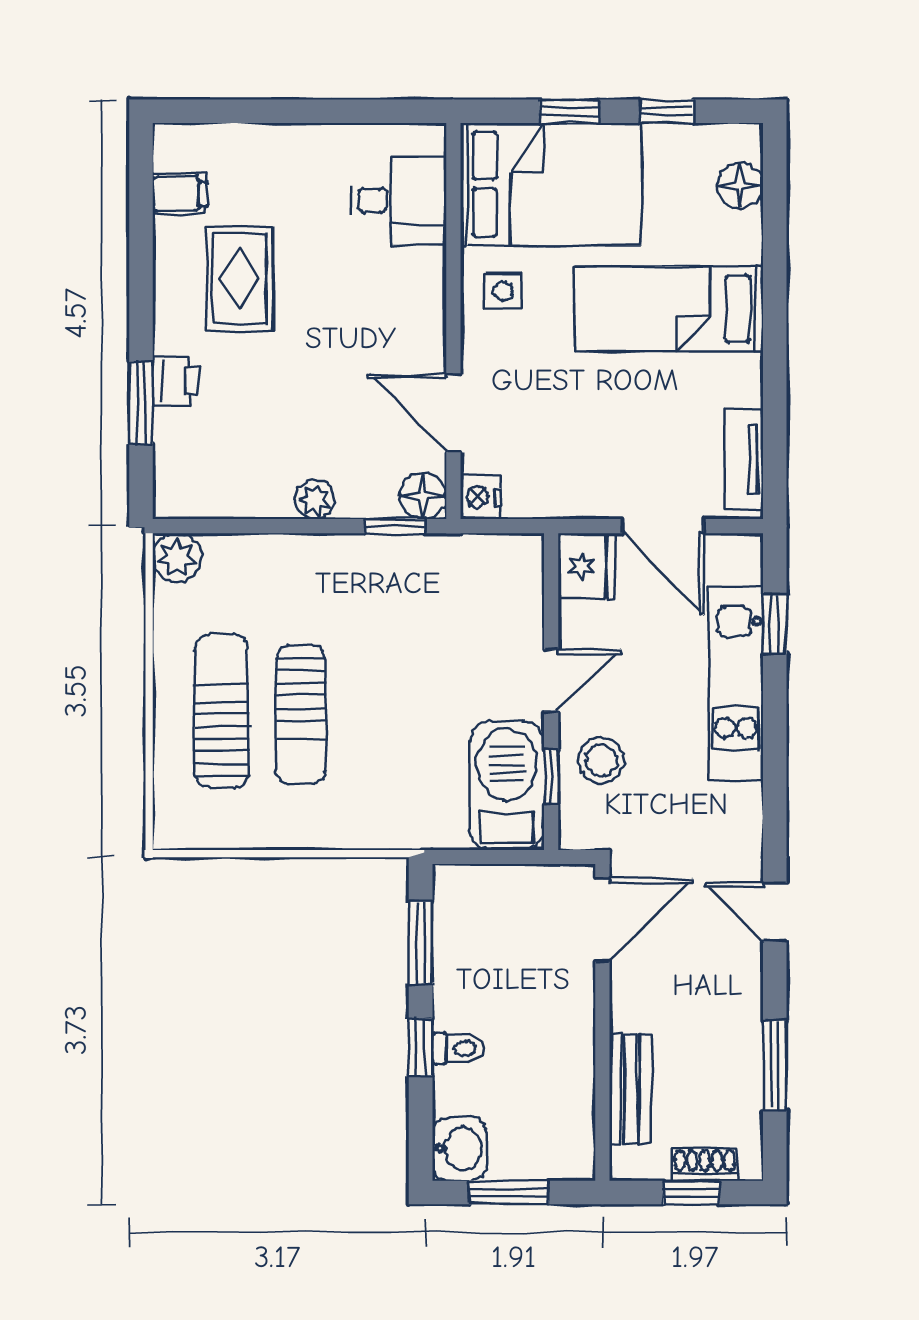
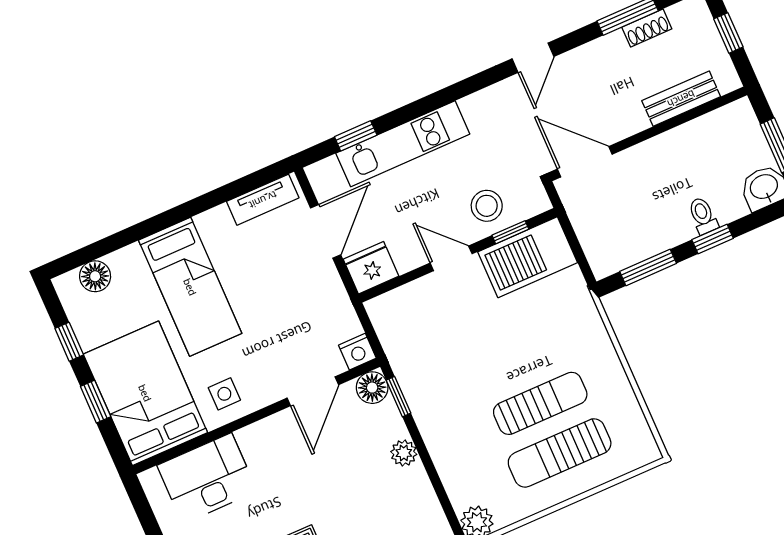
desk: (398, 200) -> (207, 478), width x1.37
shoe rack: (705, 1165) -> (647, 28), moved, turned -90

